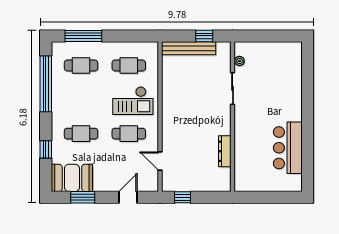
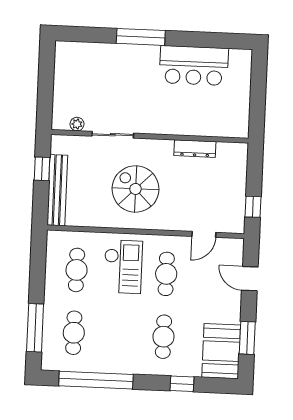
window: (308, 106) -> (141, 37), added
spiral stairs: (192, 108) -> (135, 189), added

